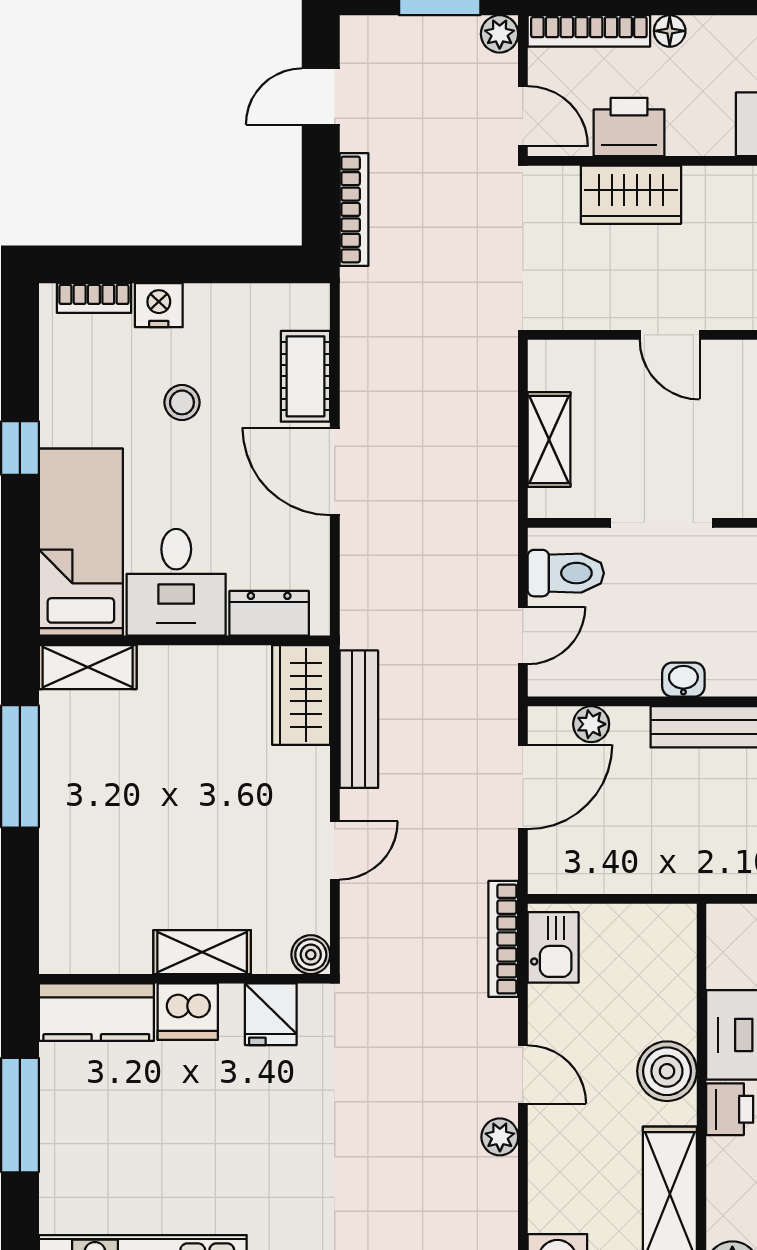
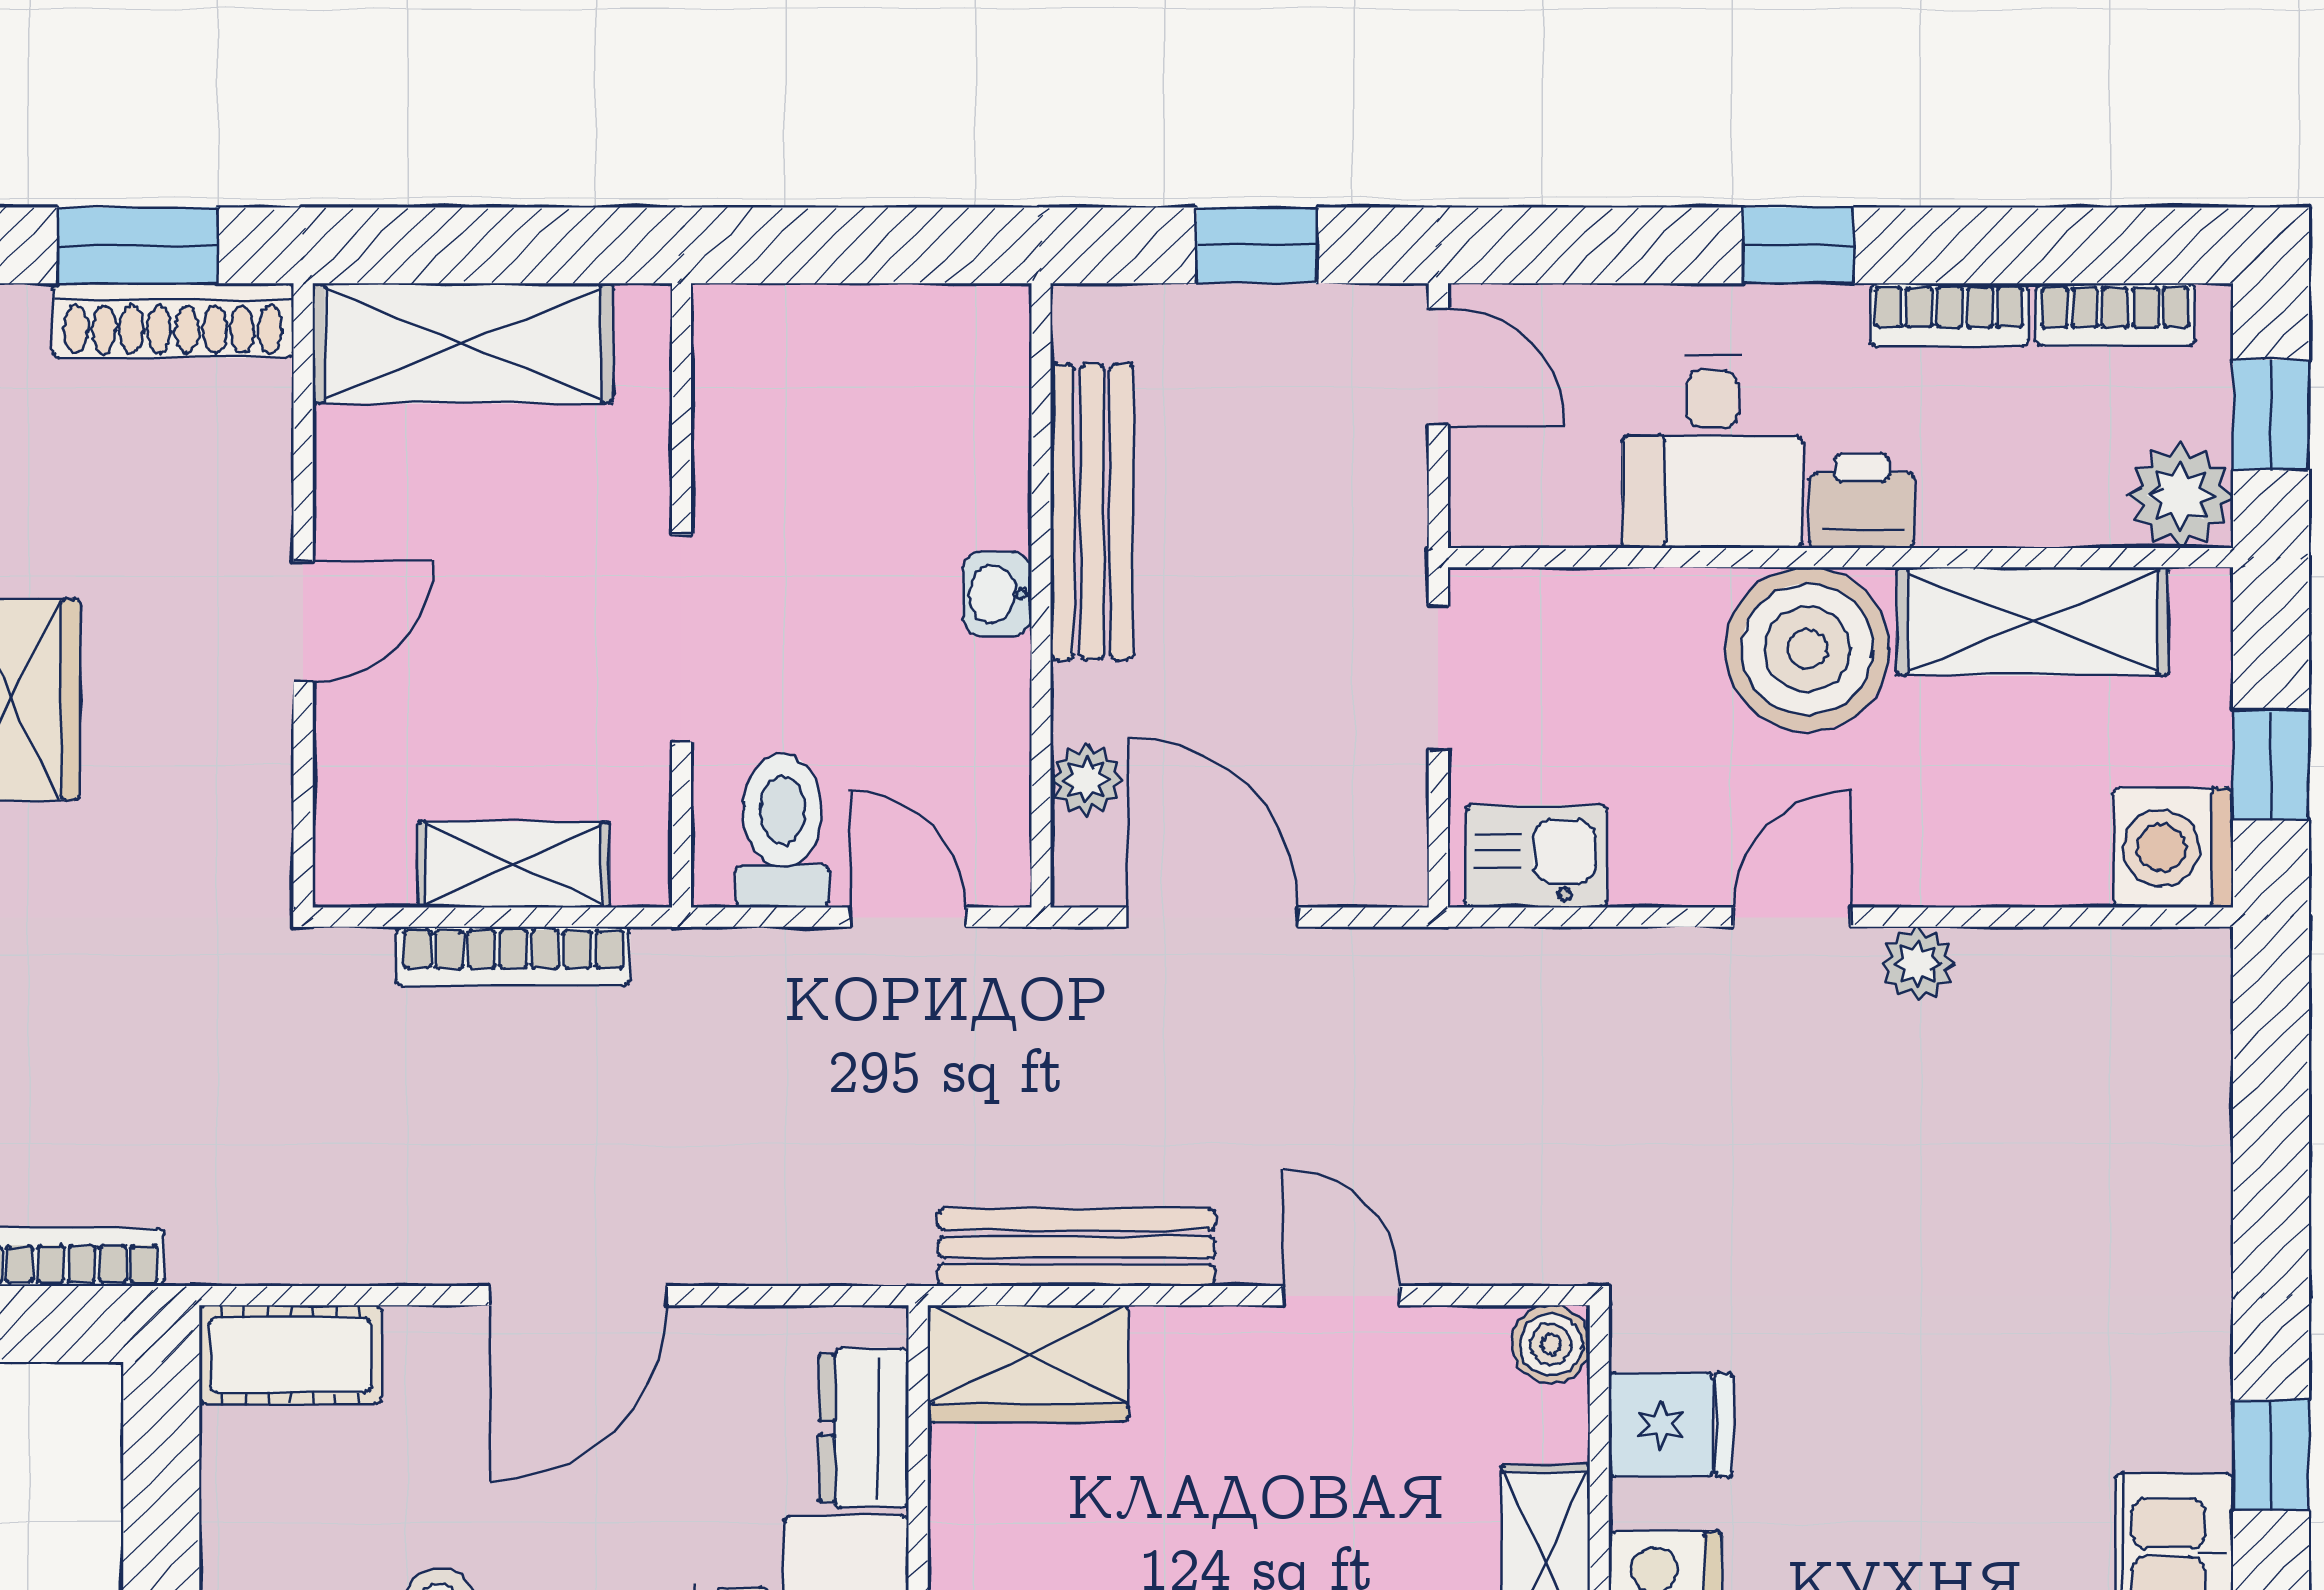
cot: (305, 376) -> (290, 1355), moved
doorway: (642, 899) -> (1438, 678), added
bookcase: (503, 939) -> (513, 956), moved
boiler: (667, 1071) -> (1807, 649), width x1.37, depth x1.37

